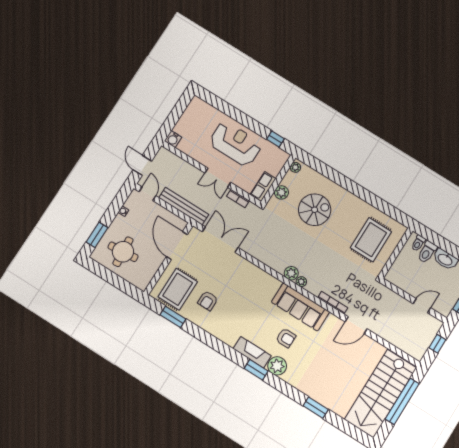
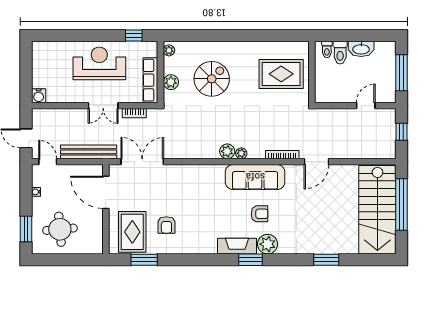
row of seats: (263, 187) -> (150, 80), width x1.48
rug: (371, 240) -> (281, 74), turned 90

